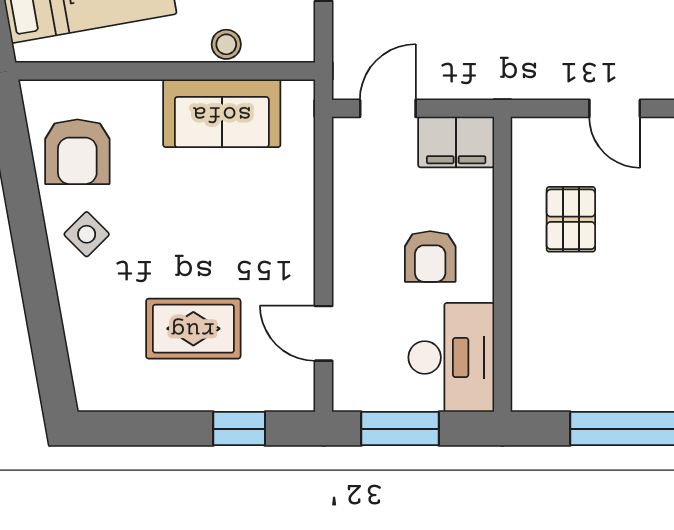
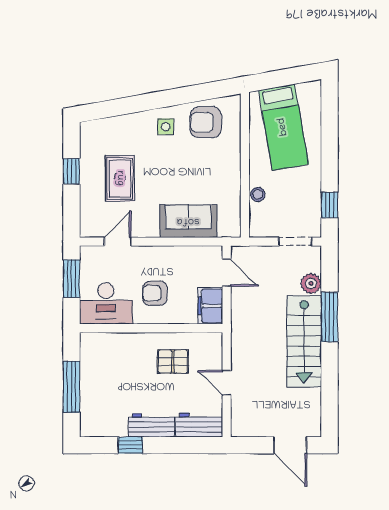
door: (615, 108) -> (227, 383), hinge flipped
sofa: (222, 113) -> (188, 221), moved, turned 90
side table: (87, 234) -> (166, 127), turned 45
window: (239, 429) -> (71, 171), moved

